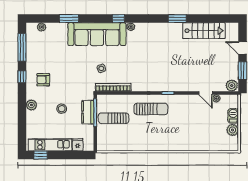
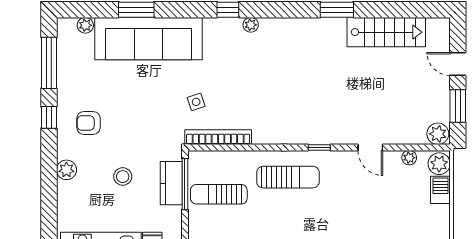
sofa: (97, 34) -> (149, 39), moved
door: (206, 93) -> (370, 147), moved
plant: (232, 130) -> (439, 164), moved

